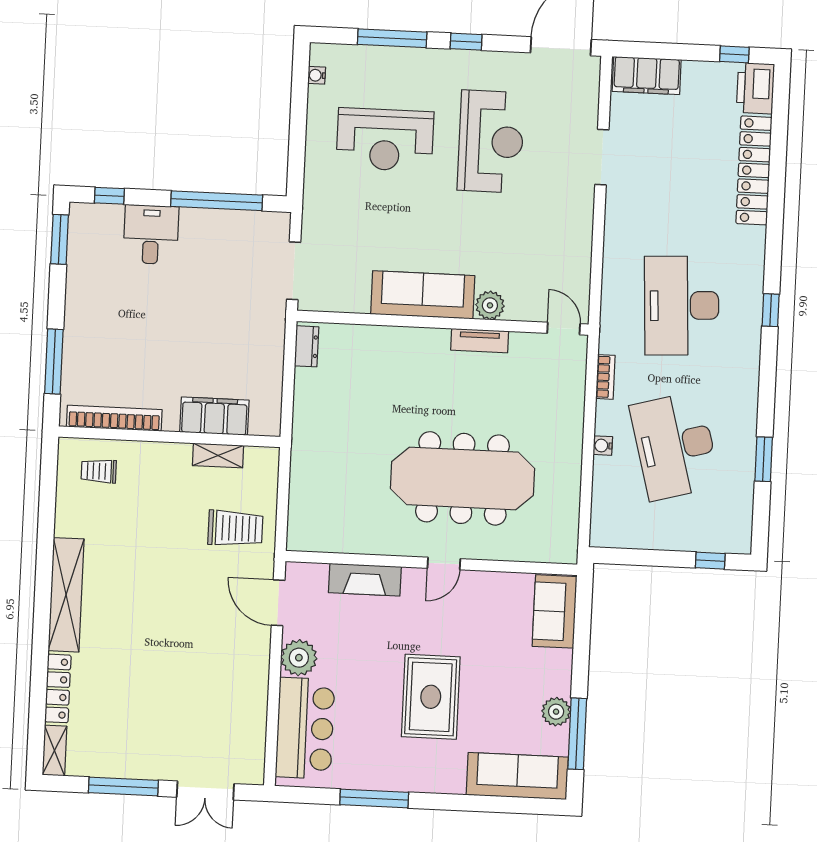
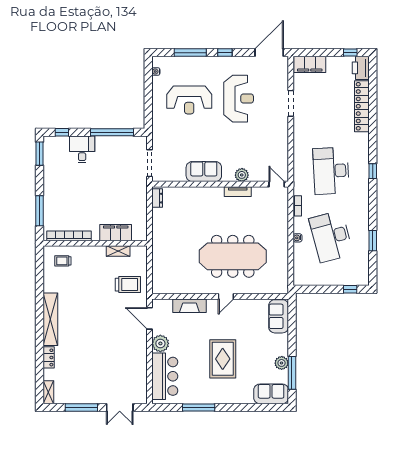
sofa: (423, 295) -> (204, 172), width x0.73
locker: (58, 688) -> (49, 357), width x0.66
sofa: (517, 776) -> (271, 394), width x0.73

